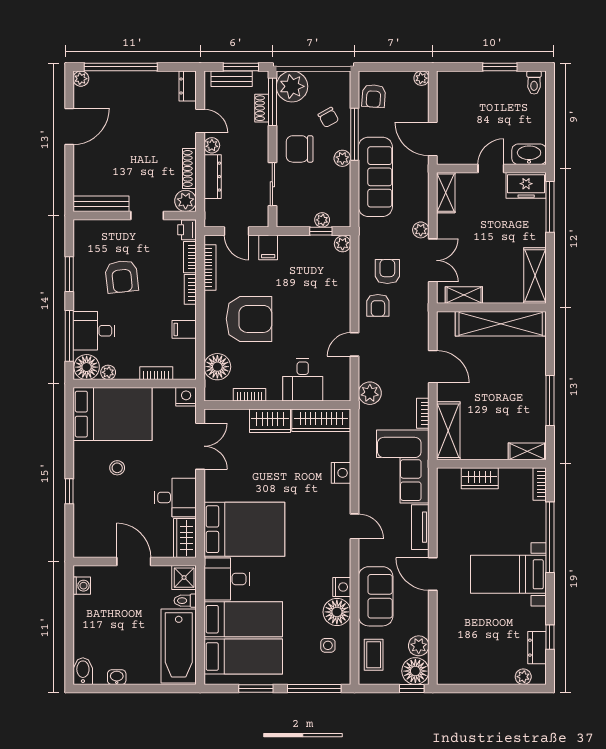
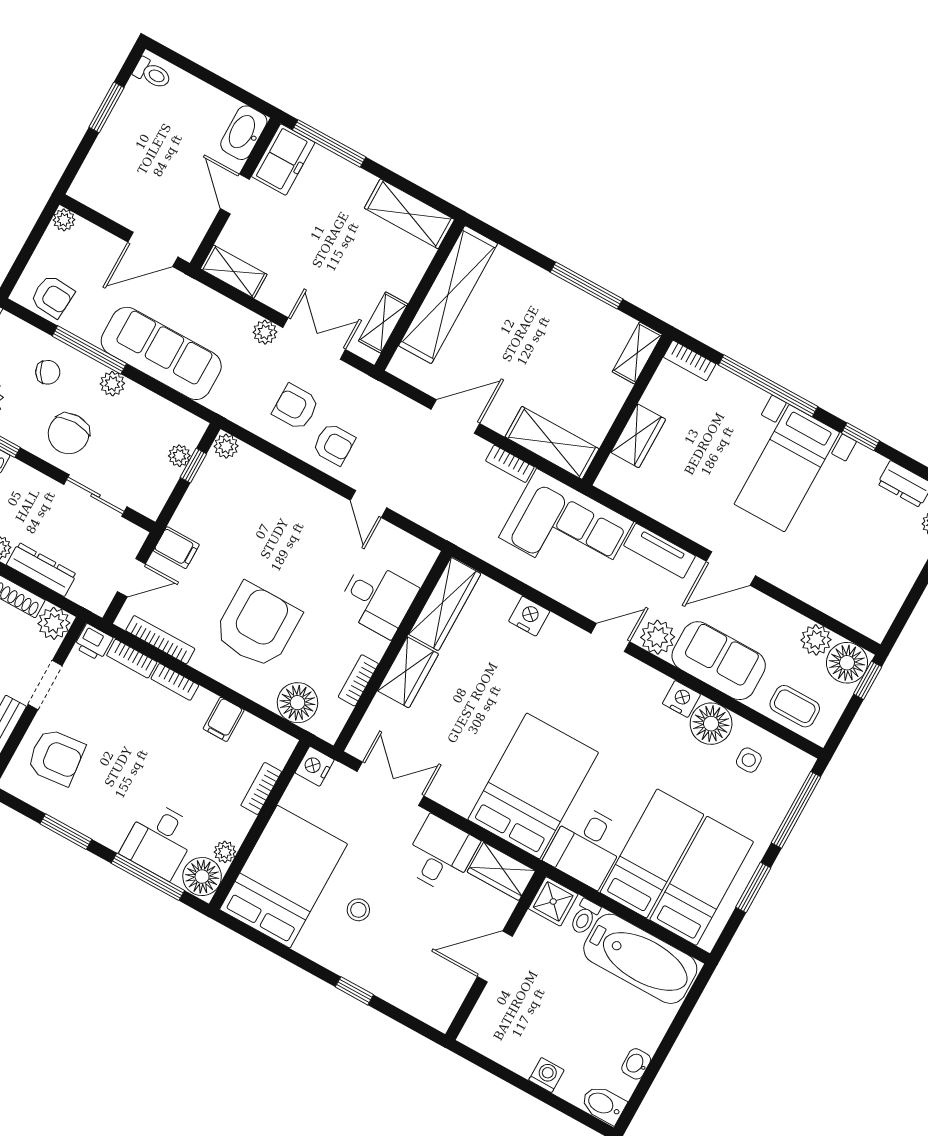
armchair: (122, 277) -> (56, 757), moved
plant: (370, 393) -> (658, 637), moved
washing machine: (82, 586) -> (546, 1075), moved
window: (550, 637) -> (861, 437), moved

